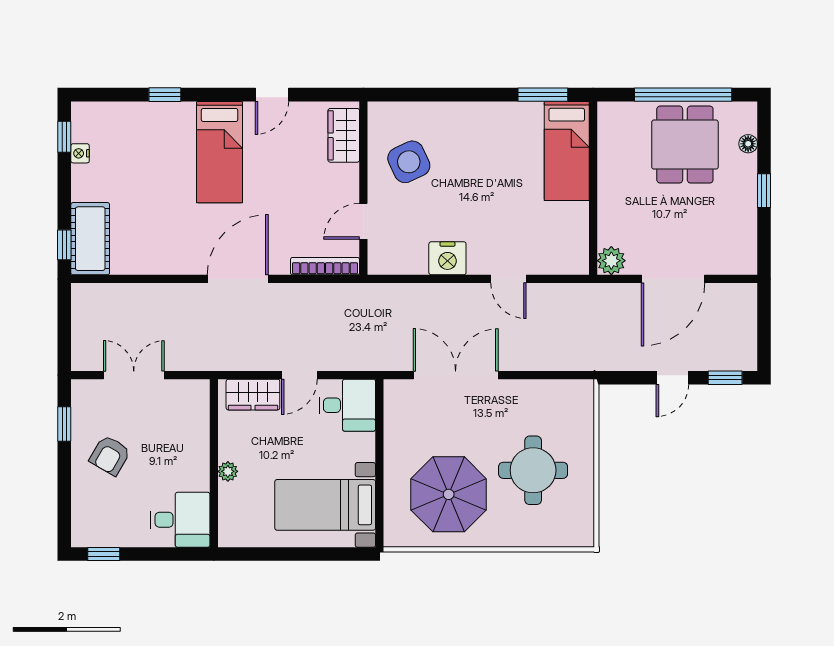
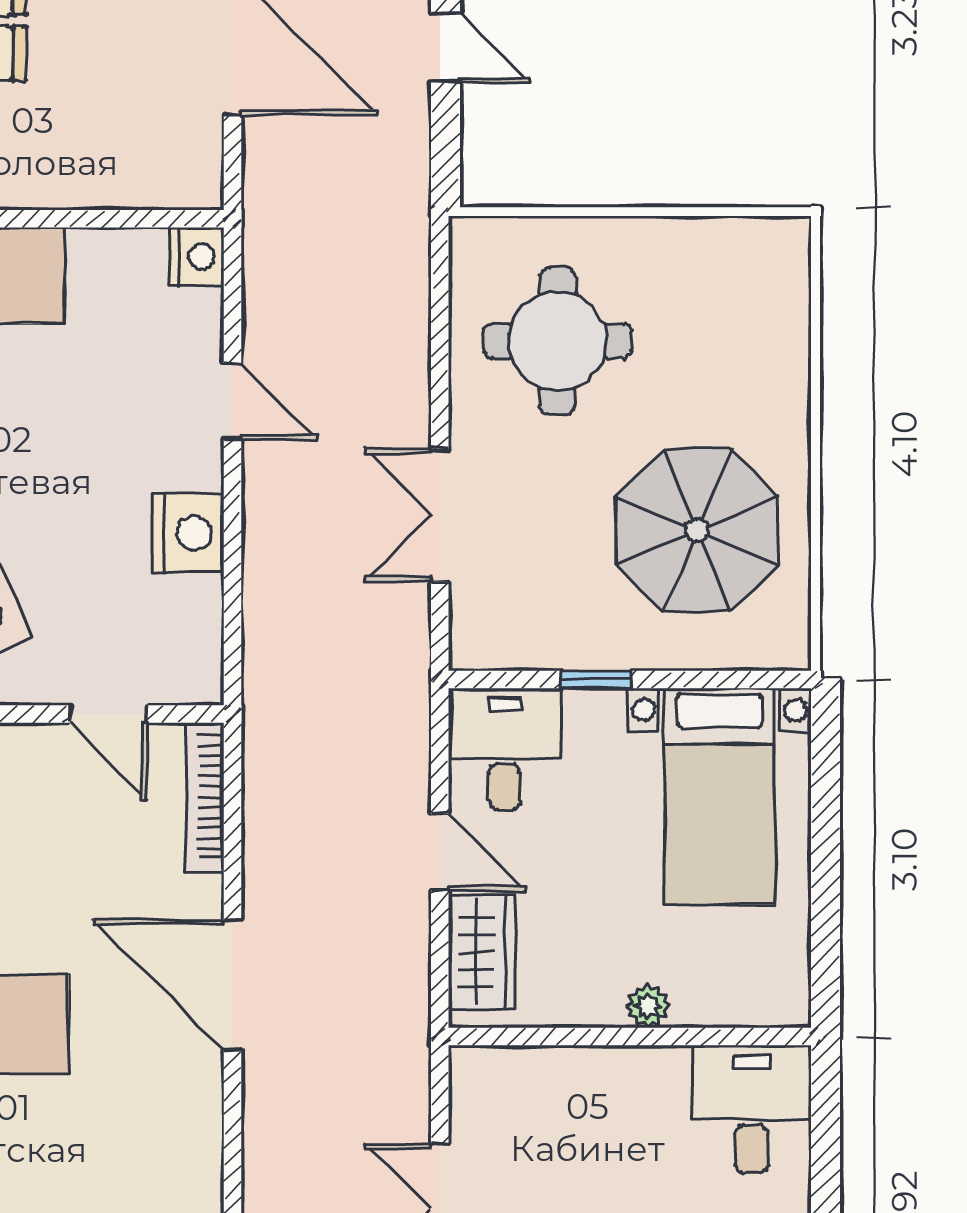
plant: (611, 261) -> (193, 180), removed
nightstand: (575, 262) -> (197, 257), added
door: (508, 279) -> (232, 401), hinge flipped
double door: (456, 375) -> (440, 515), width x0.73
window: (379, 448) -> (596, 679), added
round table: (533, 470) -> (557, 341), moved

